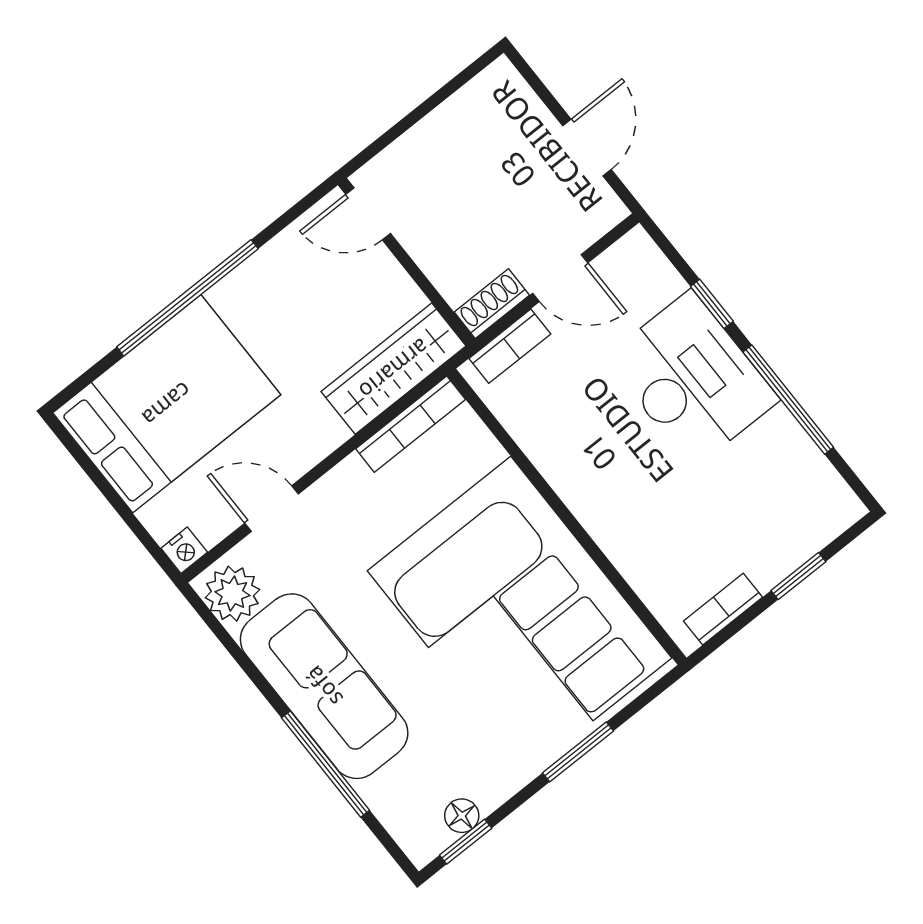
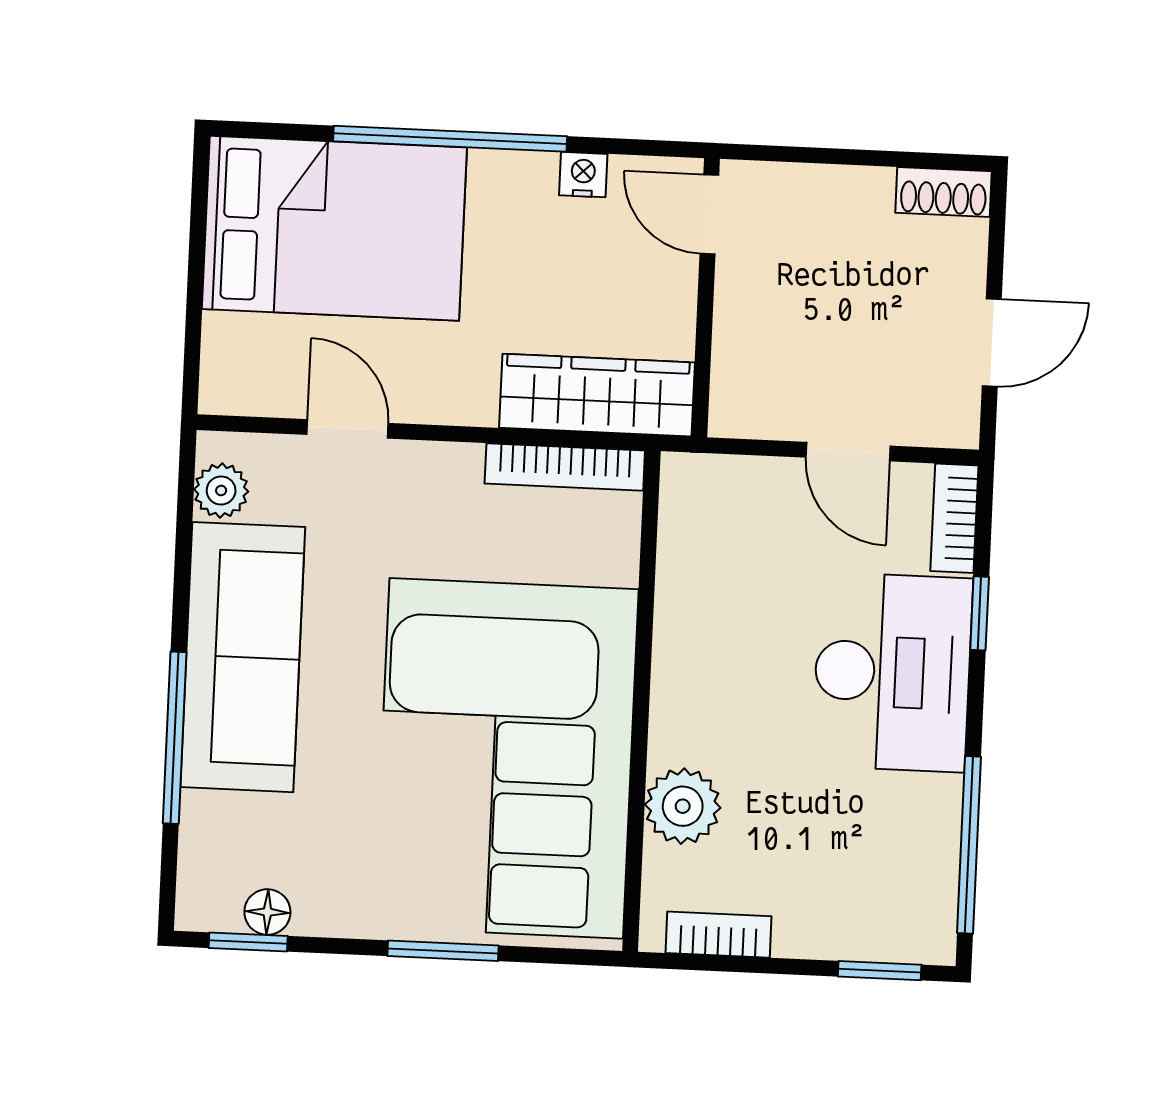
shoe rack: (492, 304) -> (944, 192), moved, turned 180
bookcase: (510, 346) -> (954, 518), moved, turned 90
window: (788, 400) -> (969, 845), moved
nightstand: (184, 550) -> (583, 175), moved, turned 180
plant: (641, 555) -> (683, 806), added
window: (798, 576) -> (880, 971), moved
plant: (232, 594) -> (221, 490), width x0.73, depth x0.73

